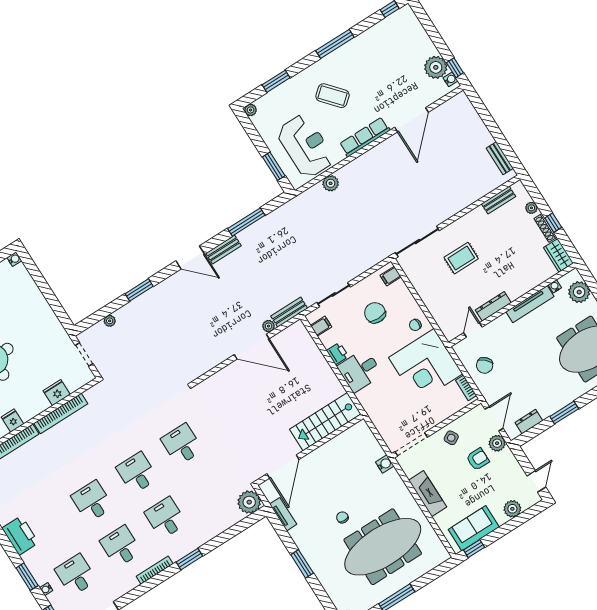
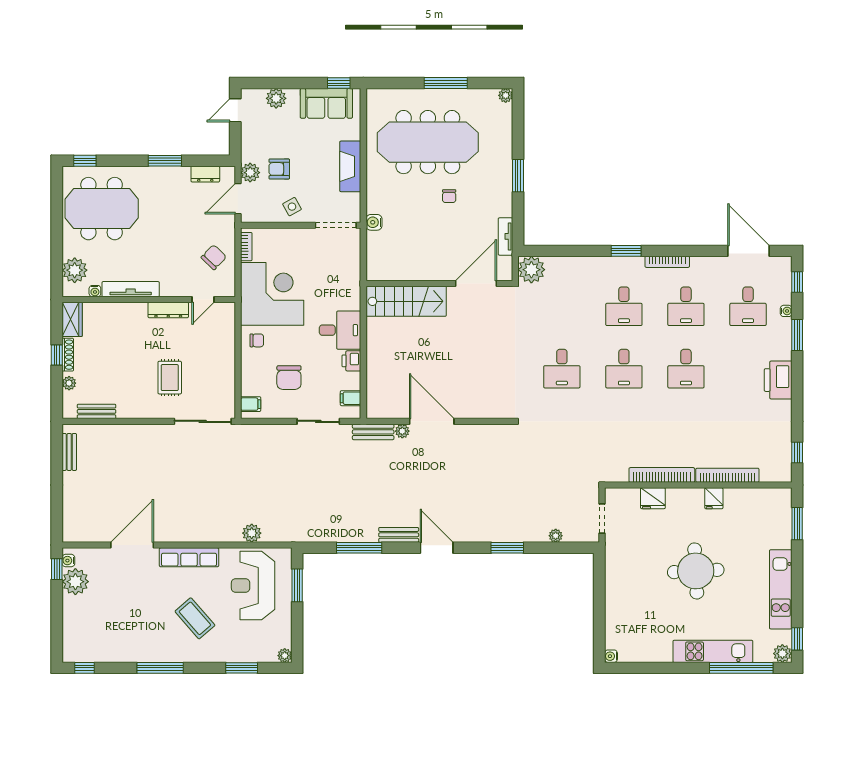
rug: (461, 258) -> (170, 378), turned 90

